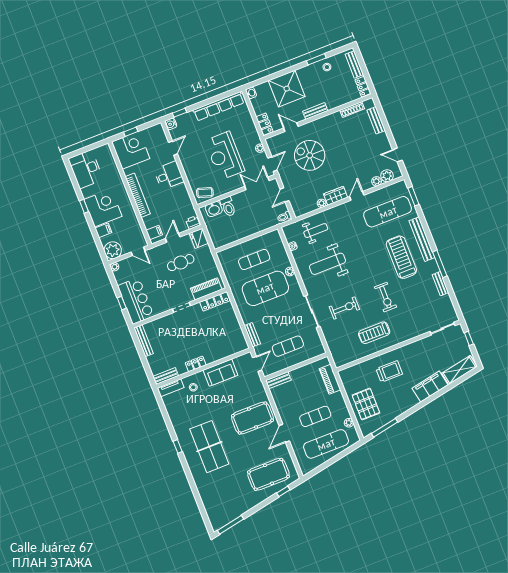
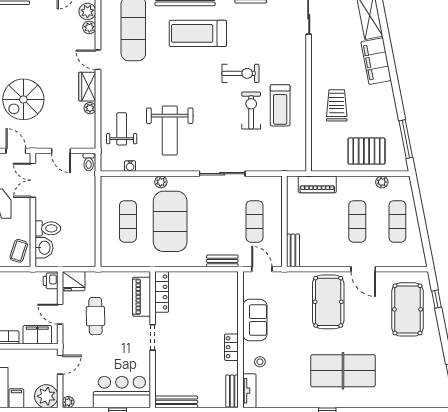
filing cabinet: (154, 233) -> (37, 335), width x2.00
exercise bike: (344, 308) -> (251, 110), moved
exercise mat: (326, 444) -> (397, 221), width x0.73, depth x0.69

